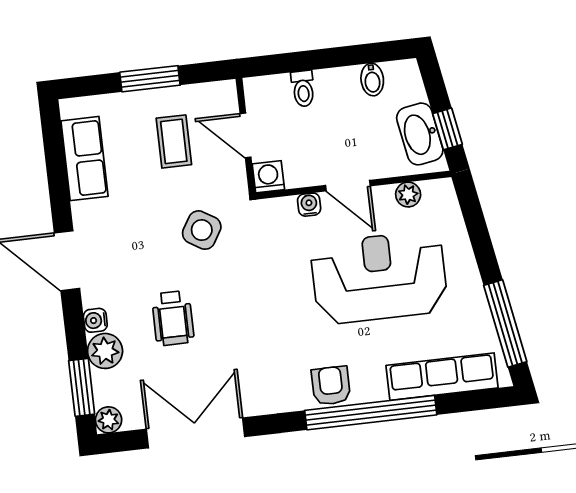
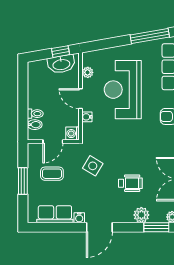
bidet: (372, 79) -> (35, 125), moved
door: (348, 186) -> (81, 99), swing flipped
water cooler: (95, 320) -> (79, 218), moved

